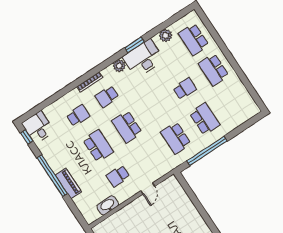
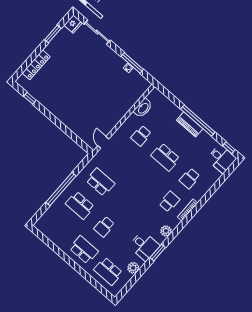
school desk: (194, 39) -> (108, 271), turned 180
desk: (143, 58) -> (144, 246), width x0.73
school desk: (127, 127) -> (145, 180), removed
window: (207, 151) -> (61, 189), moved
school desk: (118, 176) -> (141, 136), turned 180
piano: (68, 183) -> (190, 124), moved
door: (148, 189) -> (103, 142), moved

